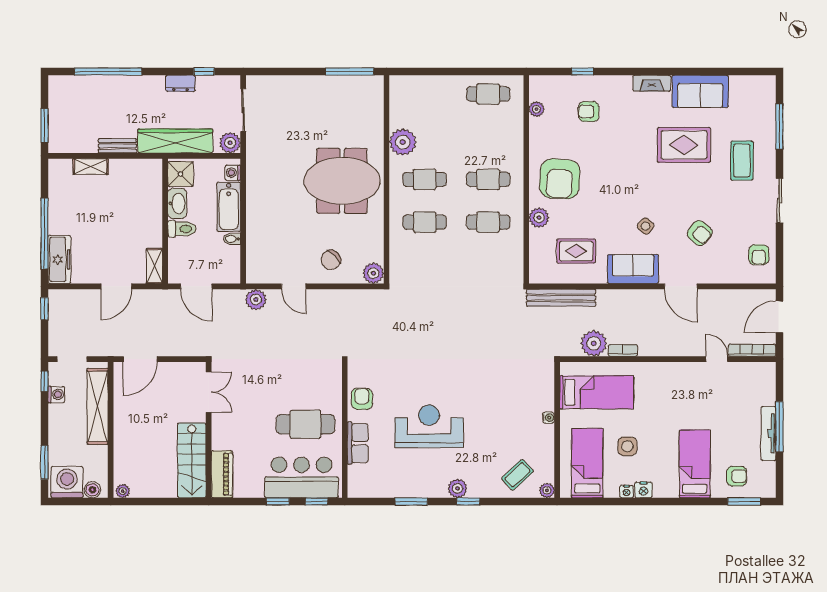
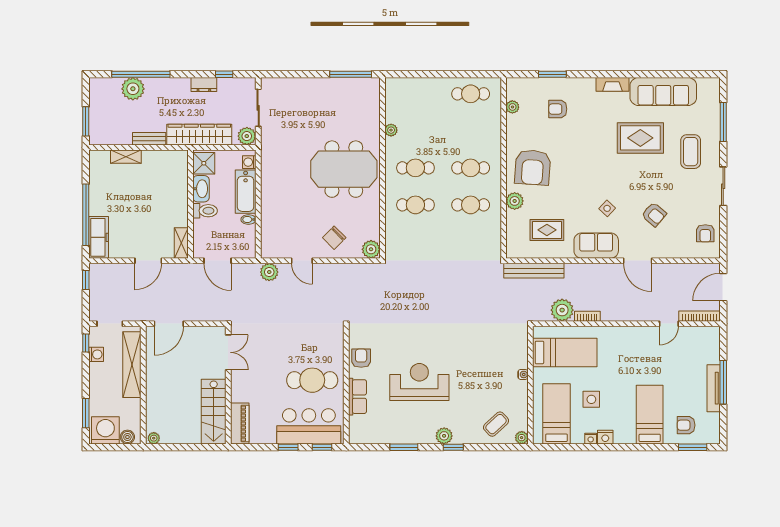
window: (582, 71) -> (552, 74), width x1.50
plant: (99, 88) -> (133, 89), added
sofa: (700, 91) -> (663, 92), width x1.36
plant: (403, 142) -> (391, 130), width x0.53, depth x0.53
door: (717, 359) -> (669, 324), swing flipped
armchair: (737, 476) -> (686, 425), turned 180

